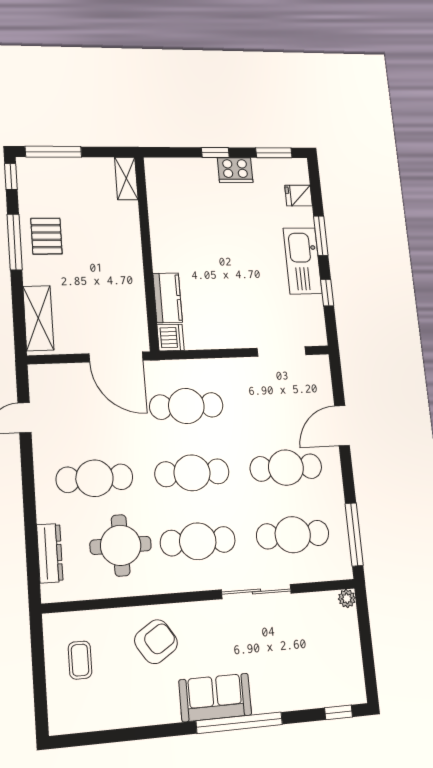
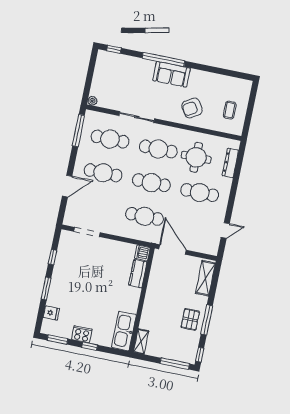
kitchen sink: (302, 261) -> (124, 331), moved, turned 180

